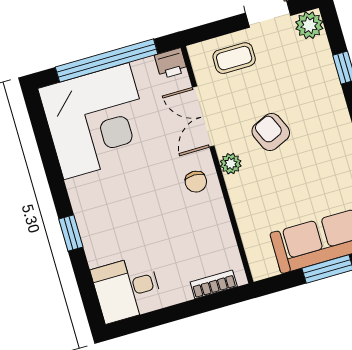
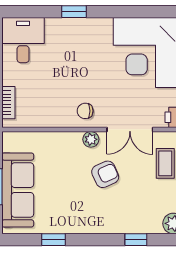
double door: (203, 117) -> (130, 129), swing flipped

